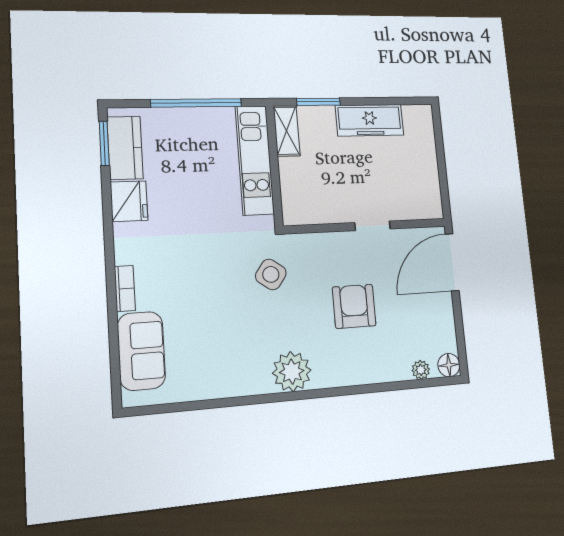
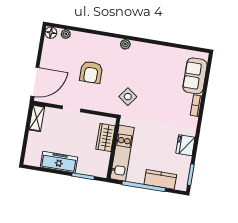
shelving: (287, 131) -> (37, 118), moved
kitchen counter: (125, 148) -> (160, 179), moved, turned 90
wardrobe: (295, 184) -> (105, 138), added
plant: (292, 372) -> (125, 44), width x0.53, depth x0.53

